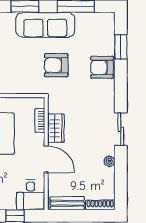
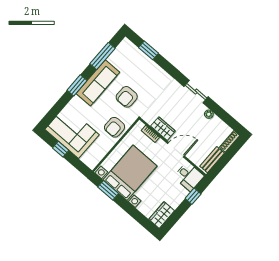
armchair: (102, 67) -> (115, 127), moved

